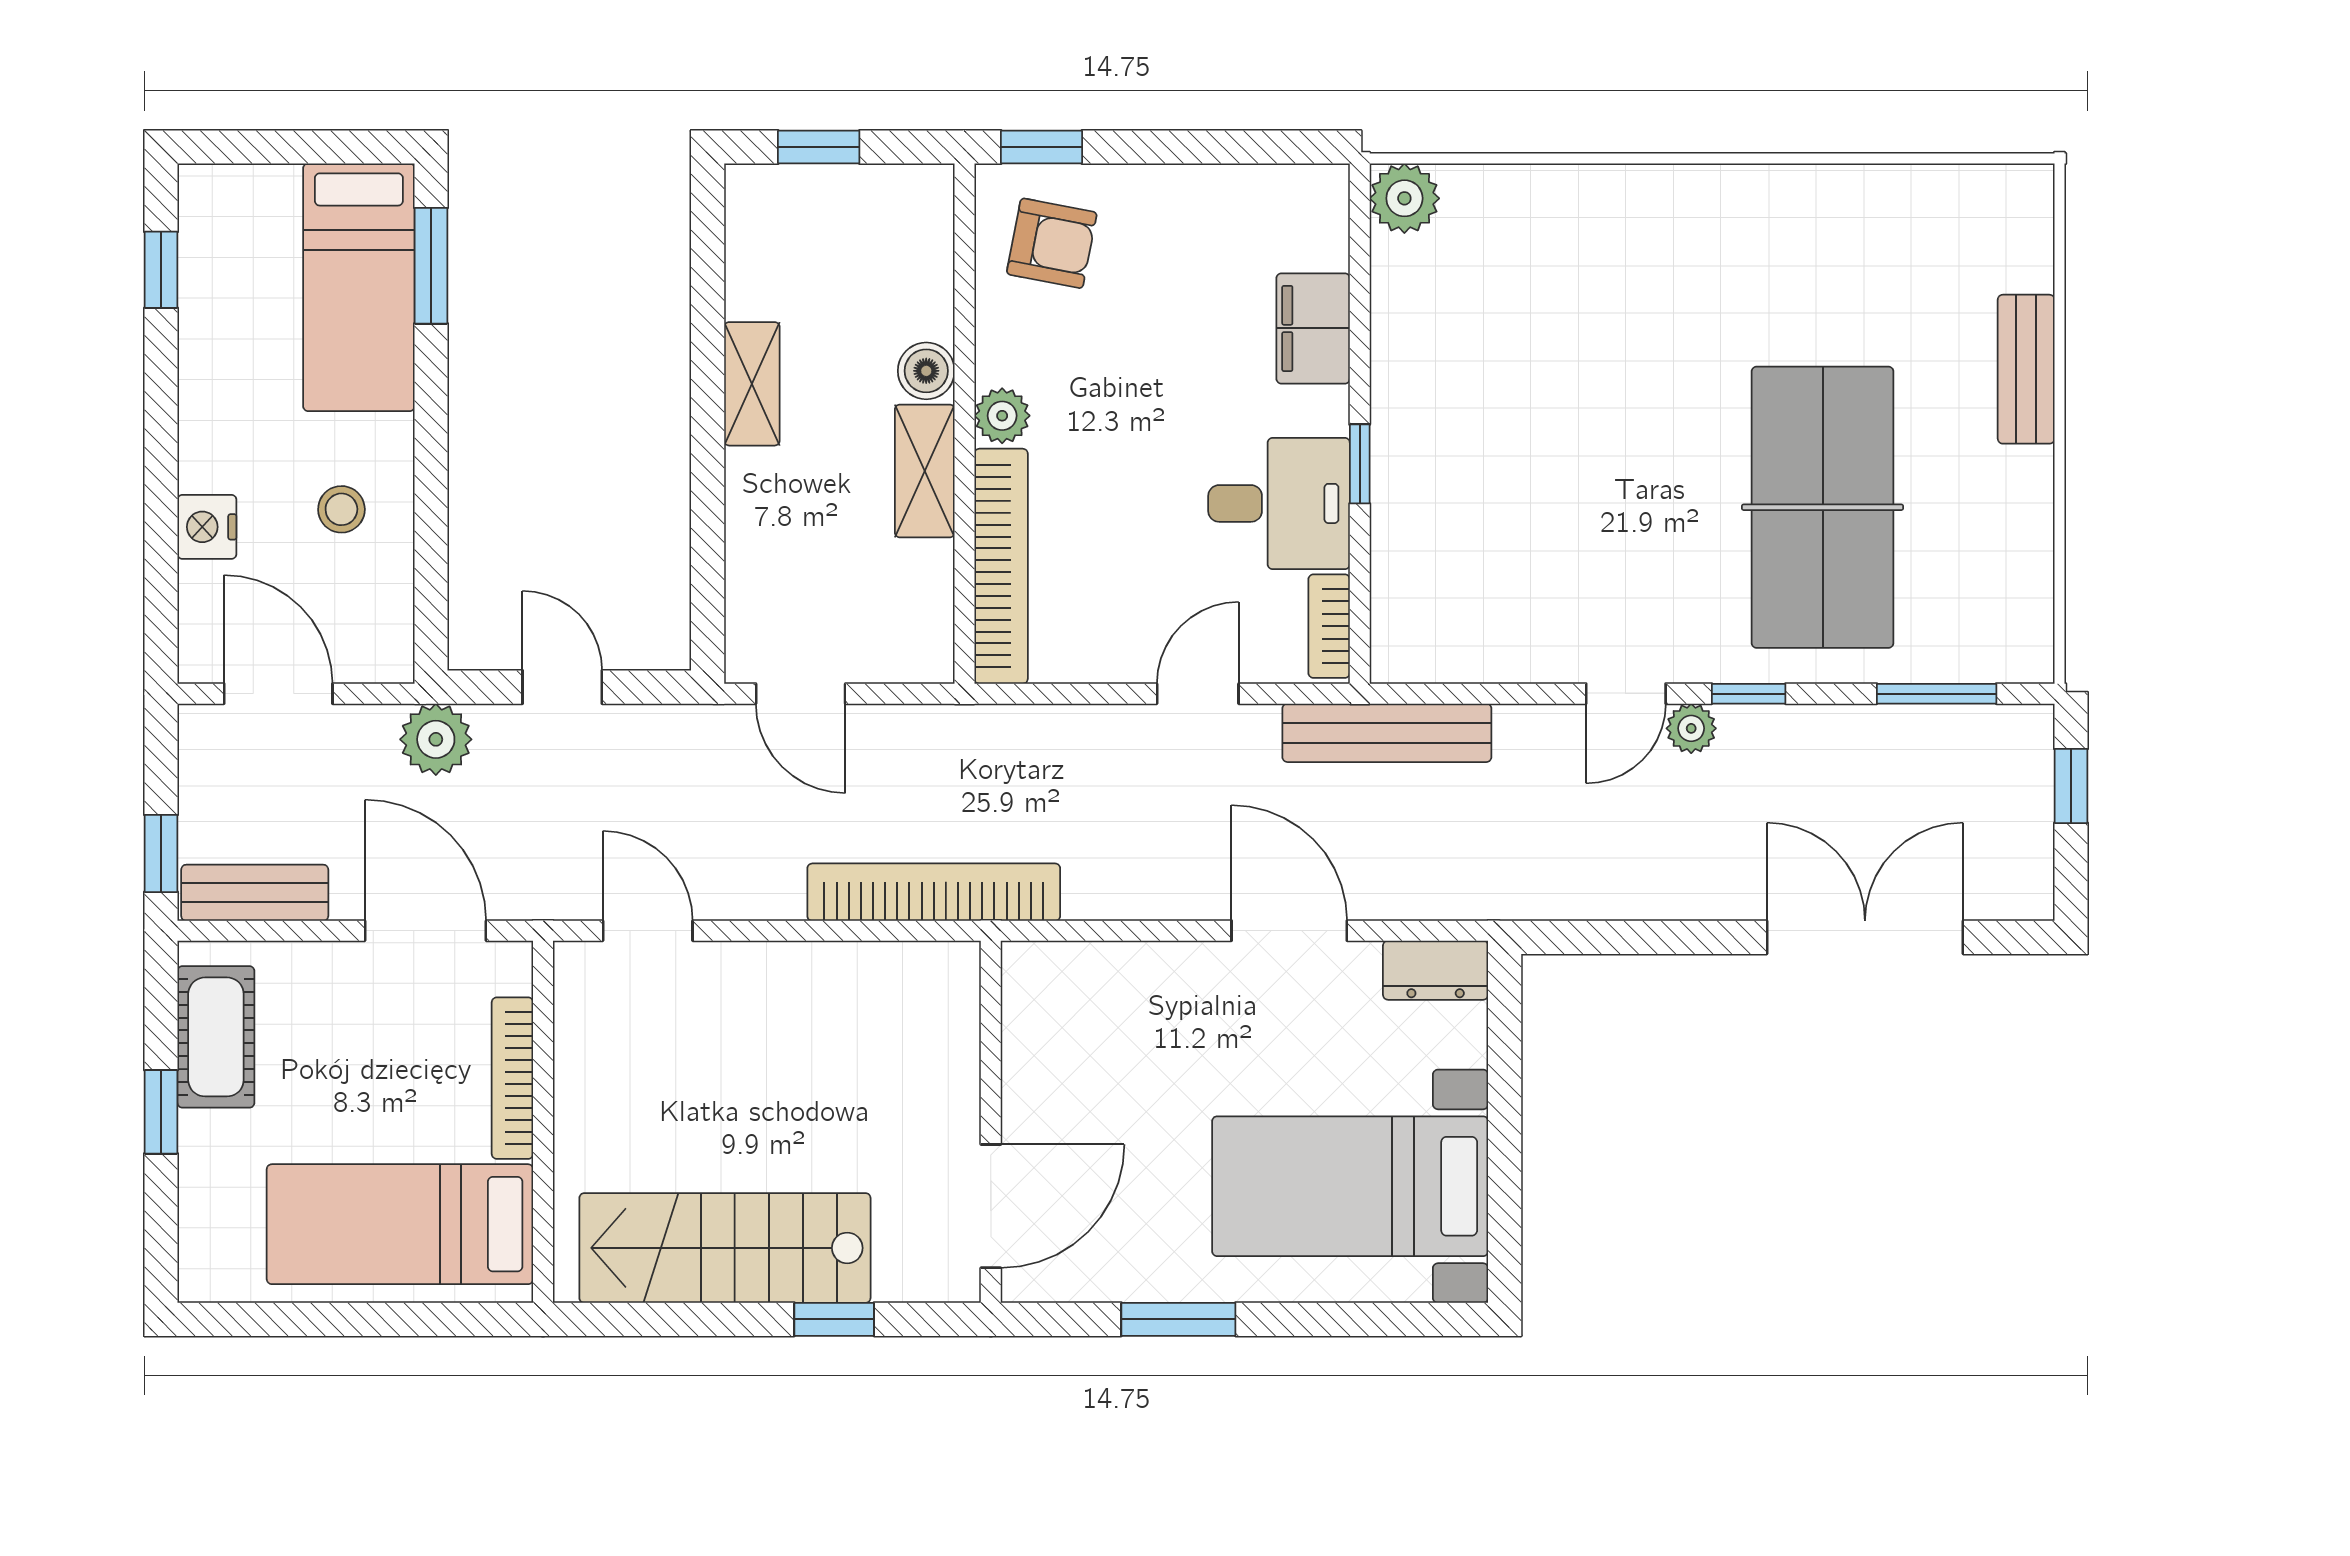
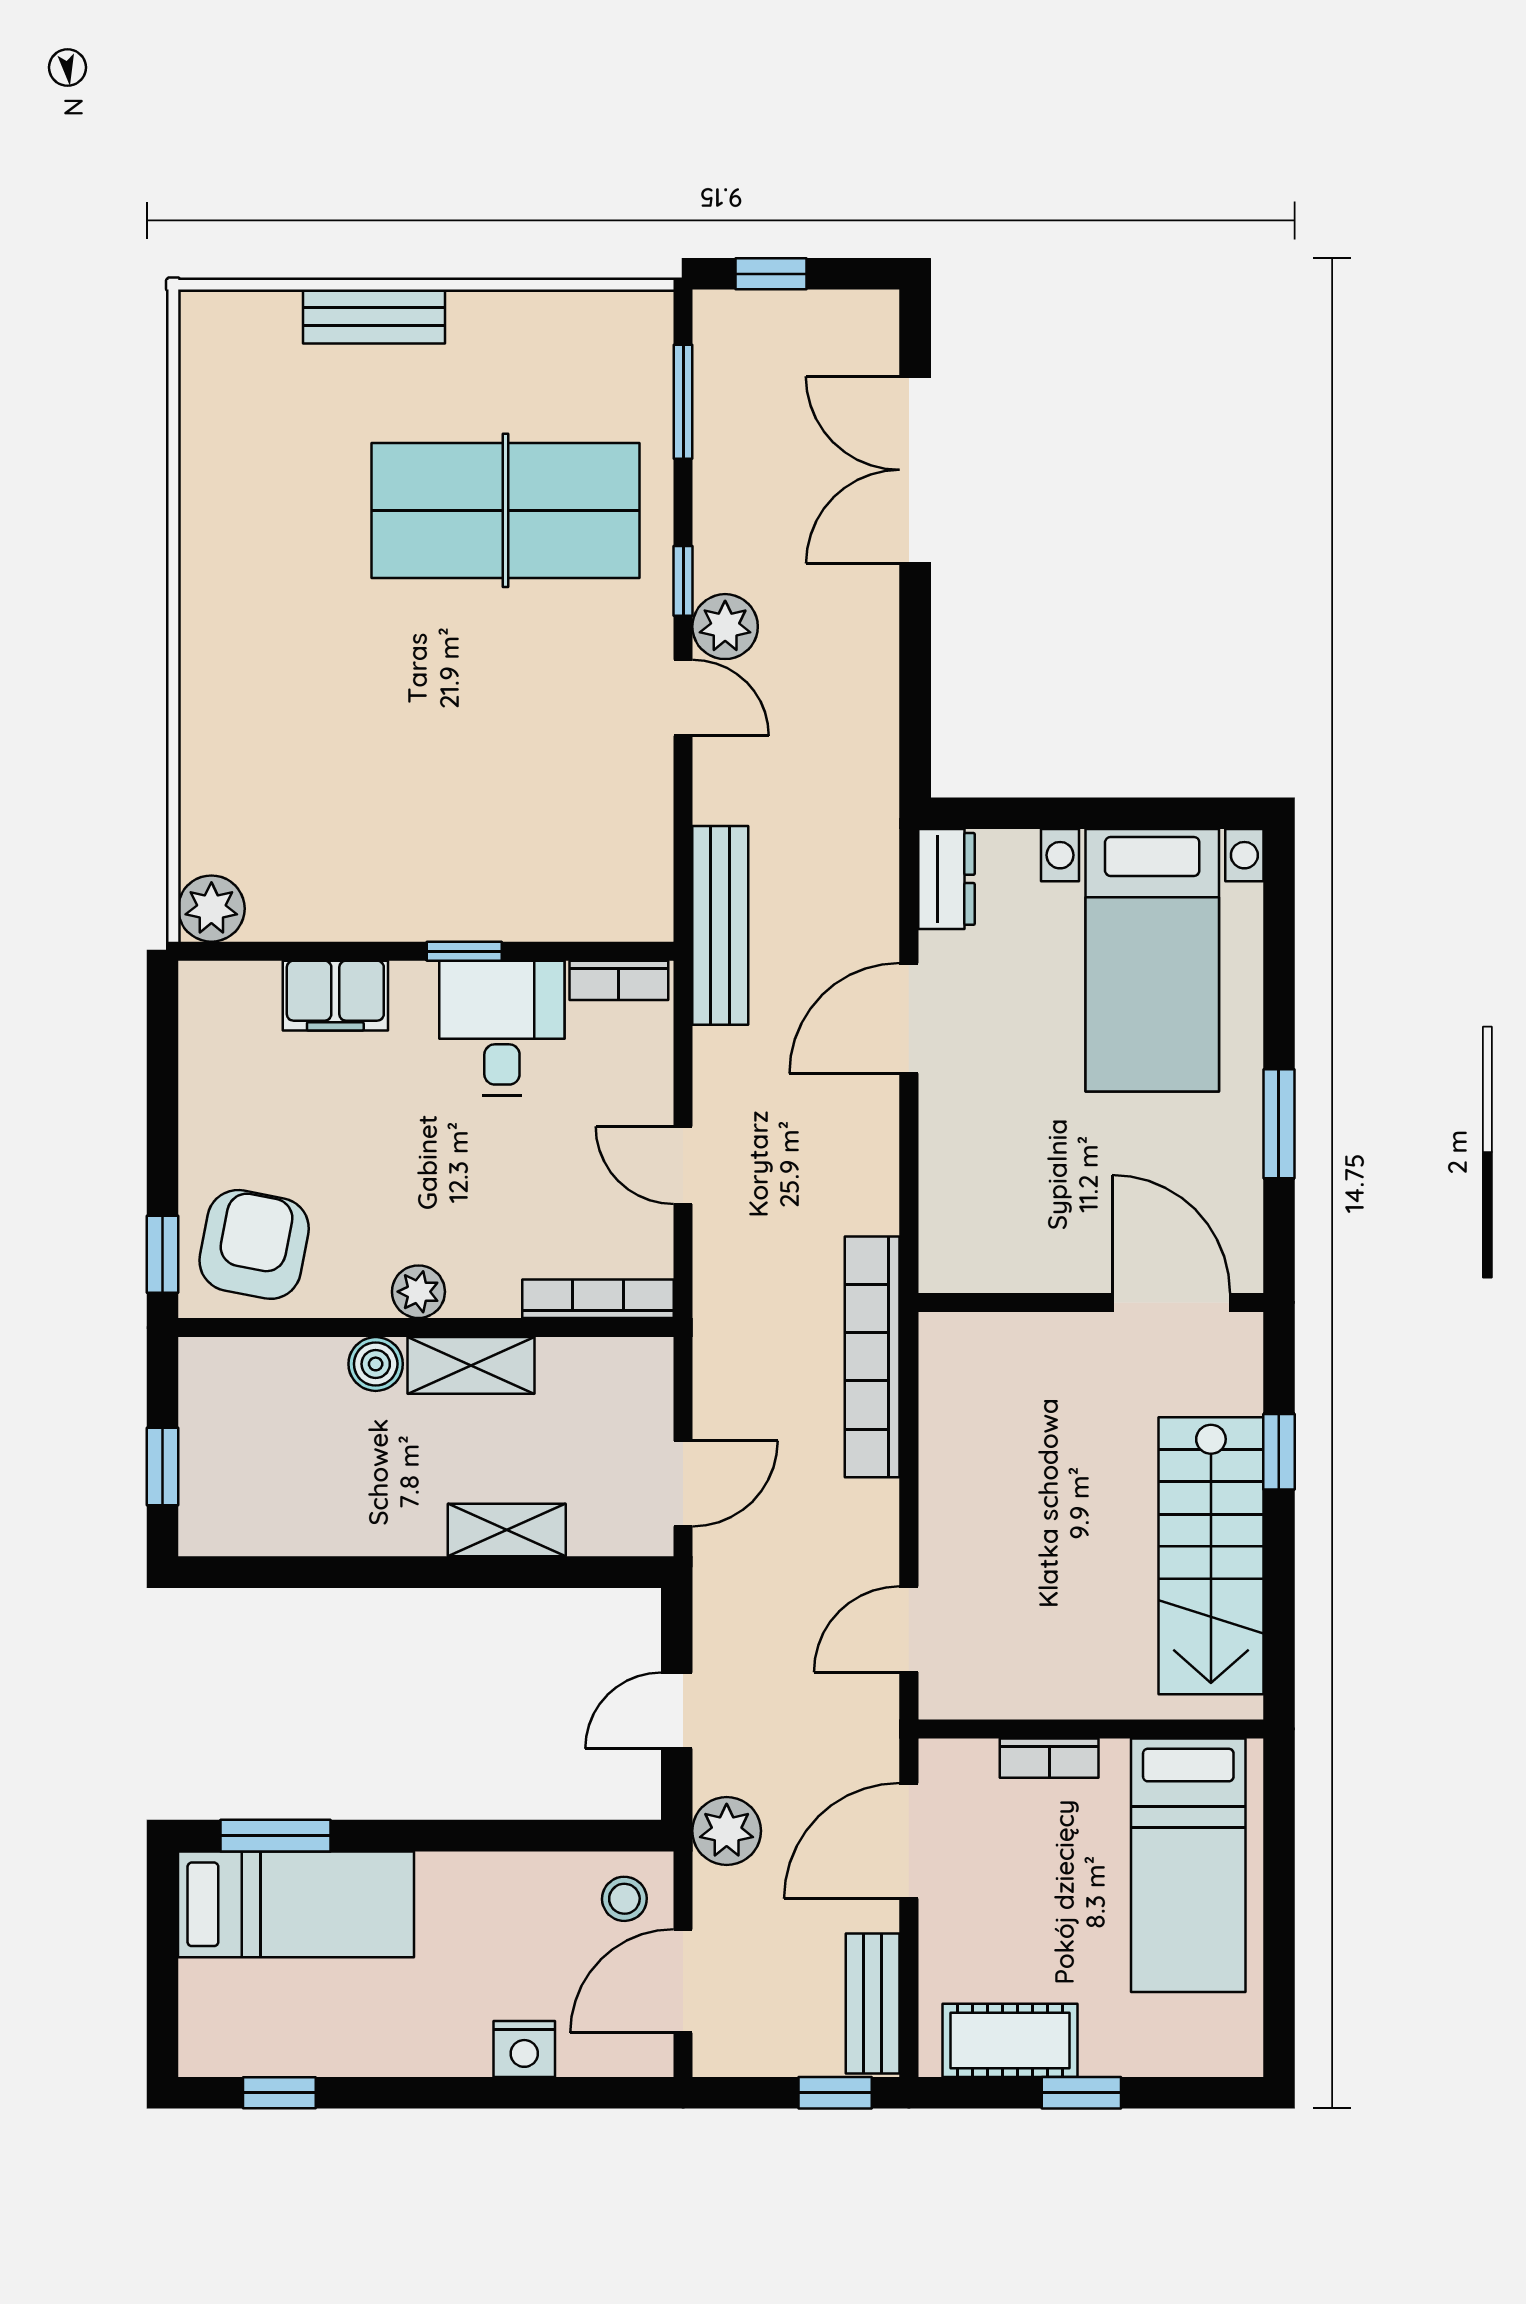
armchair: (1052, 243) -> (254, 1244), width x1.38, depth x1.38
shelving: (752, 384) -> (507, 1530), moved
stool: (341, 509) -> (624, 1899), moved
bookcase: (1001, 566) -> (598, 1299), width x0.68, depth x0.76
door: (1198, 694) -> (683, 1165), moved
plant: (1691, 728) -> (725, 627), width x1.38, depth x1.38
bookcase: (512, 1078) -> (1049, 1758), width x0.64

